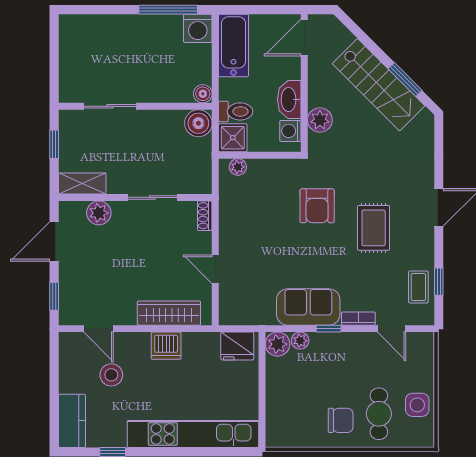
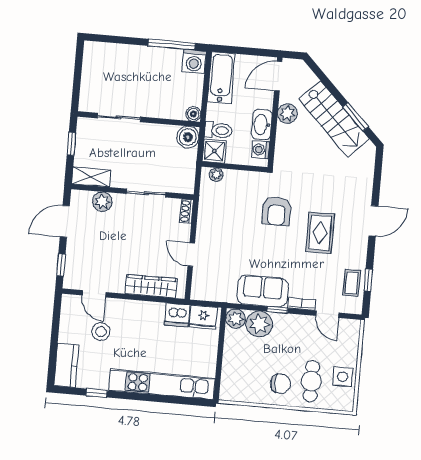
plant: (320, 120) -> (287, 113), moved
plant: (300, 341) -> (259, 324), width x1.88, depth x1.88
dishwasher: (166, 346) -> (177, 315), moved

